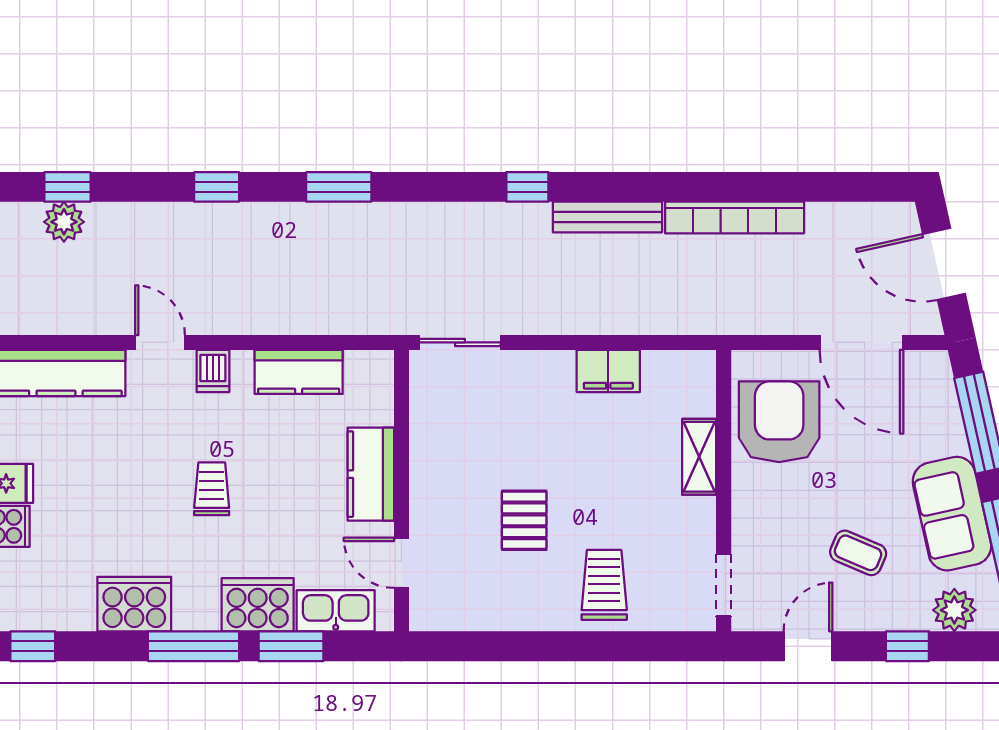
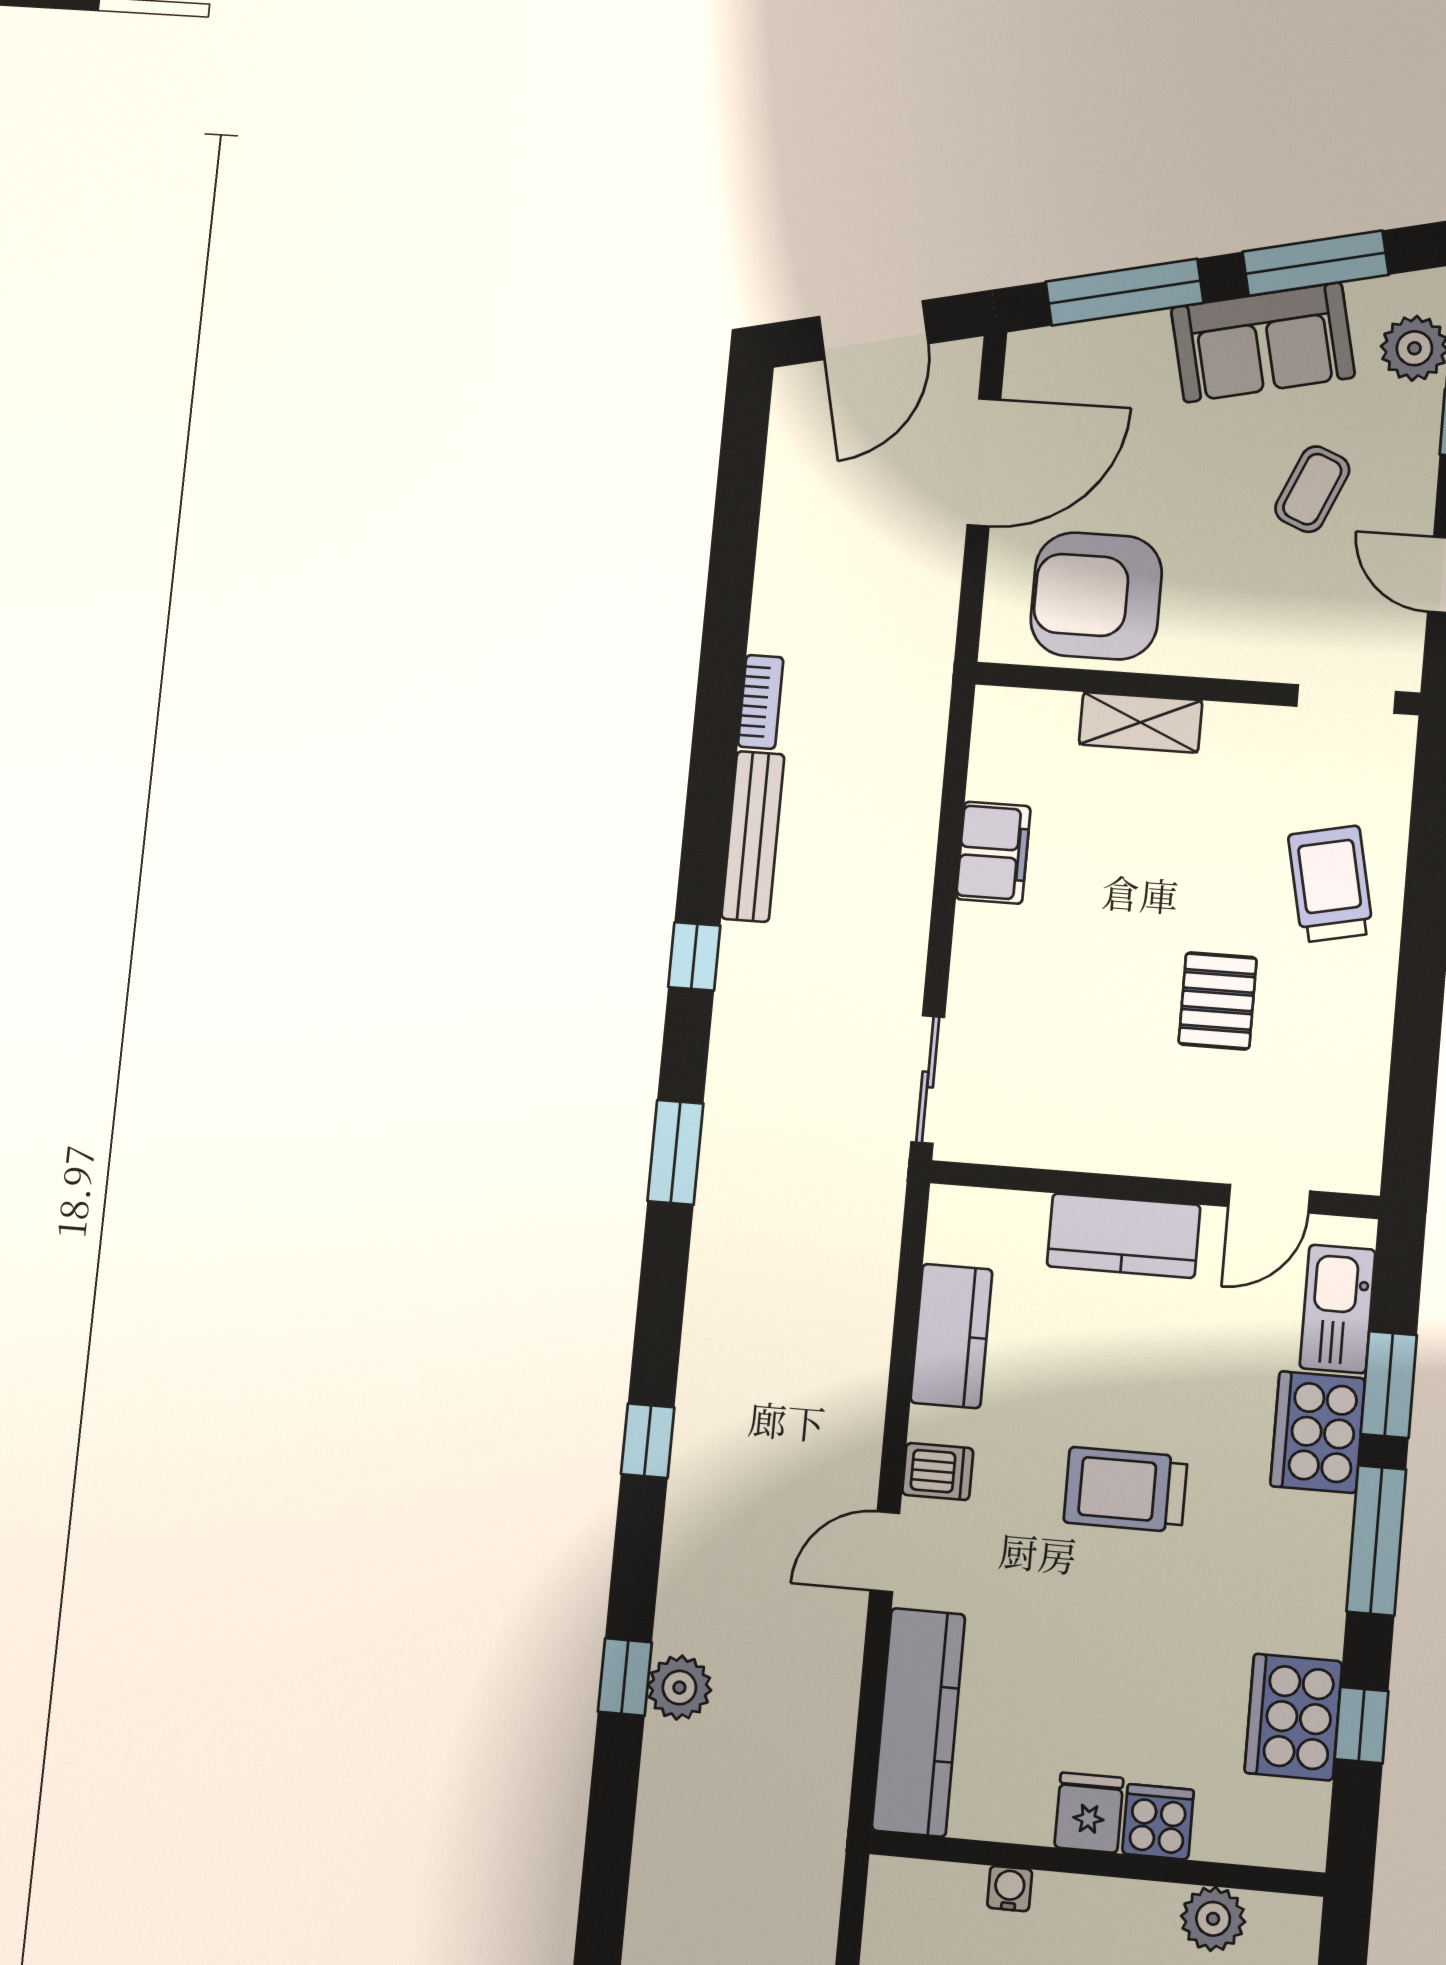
window: (339, 187) -> (675, 1152), moved
bookcase: (735, 217) -> (761, 702), width x0.43, depth x0.76
trolley: (212, 489) -> (1125, 1490), width x1.36, depth x1.39
pallet: (524, 520) -> (1218, 1001), turned 90
trolley: (604, 585) -> (1331, 884), turned 78
cooker: (134, 604) -> (1293, 1717), moved
window: (33, 646) -> (1361, 1725), moved

